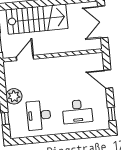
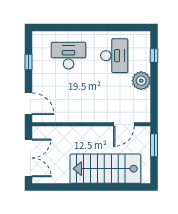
door: (108, 79) -> (29, 104), moved
window: (112, 114) -> (29, 62), moved

